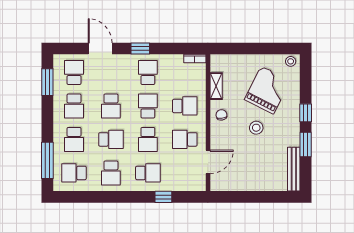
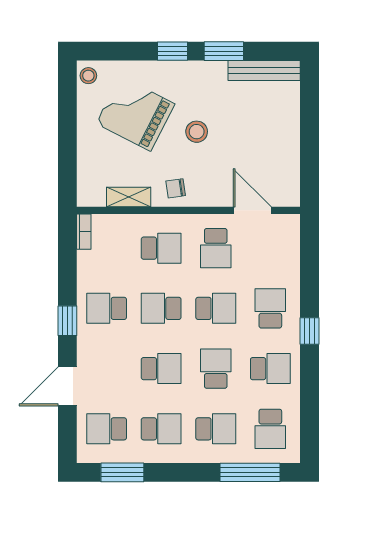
school desk: (185, 106) -> (161, 248), turned 90
window: (163, 197) -> (309, 331), moved

